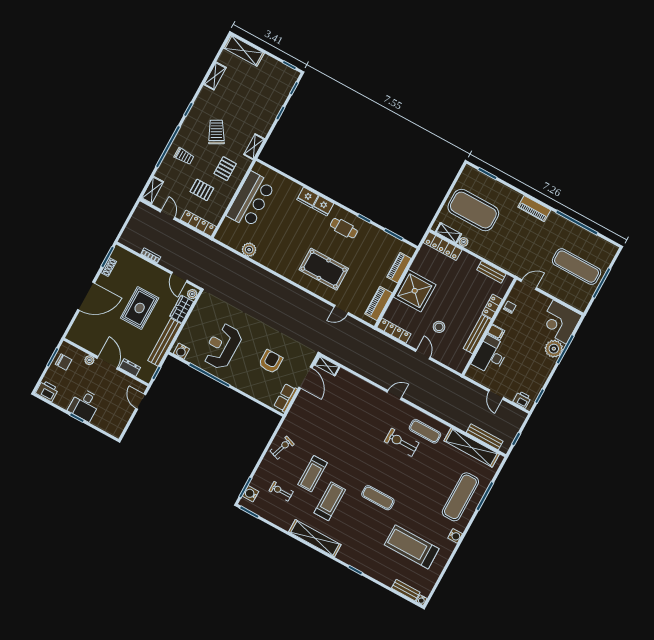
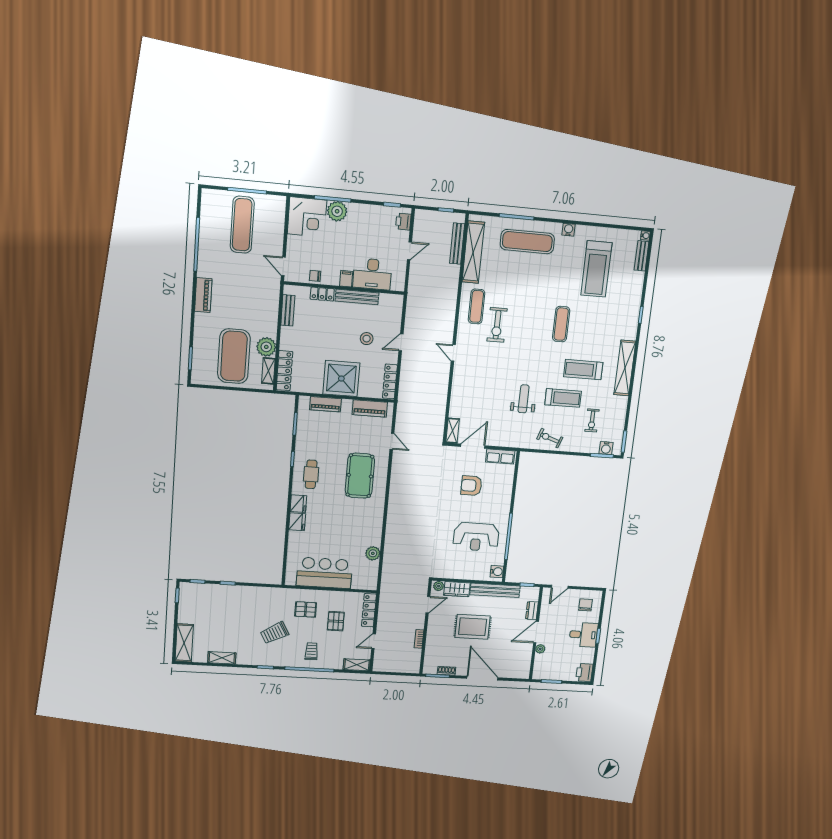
shelving: (254, 147) -> (272, 593), removed
plant: (464, 242) -> (266, 347), width x1.88, depth x1.88
chair: (64, 362) -> (585, 605), moved
weight bench: (327, 439) -> (524, 399), added

